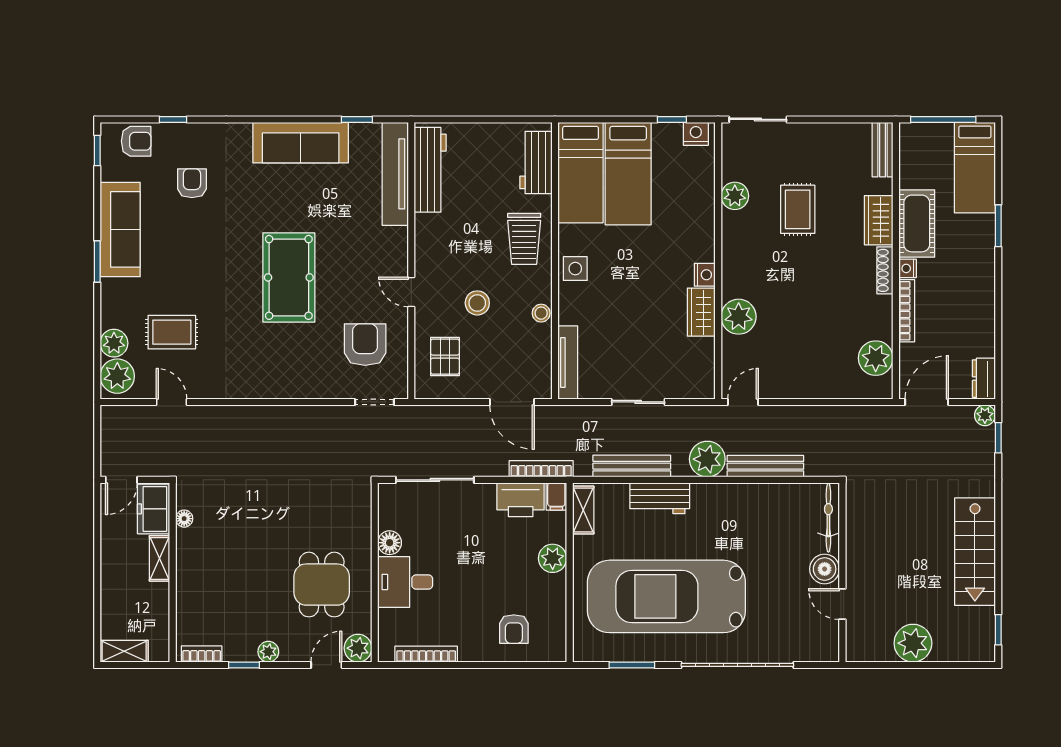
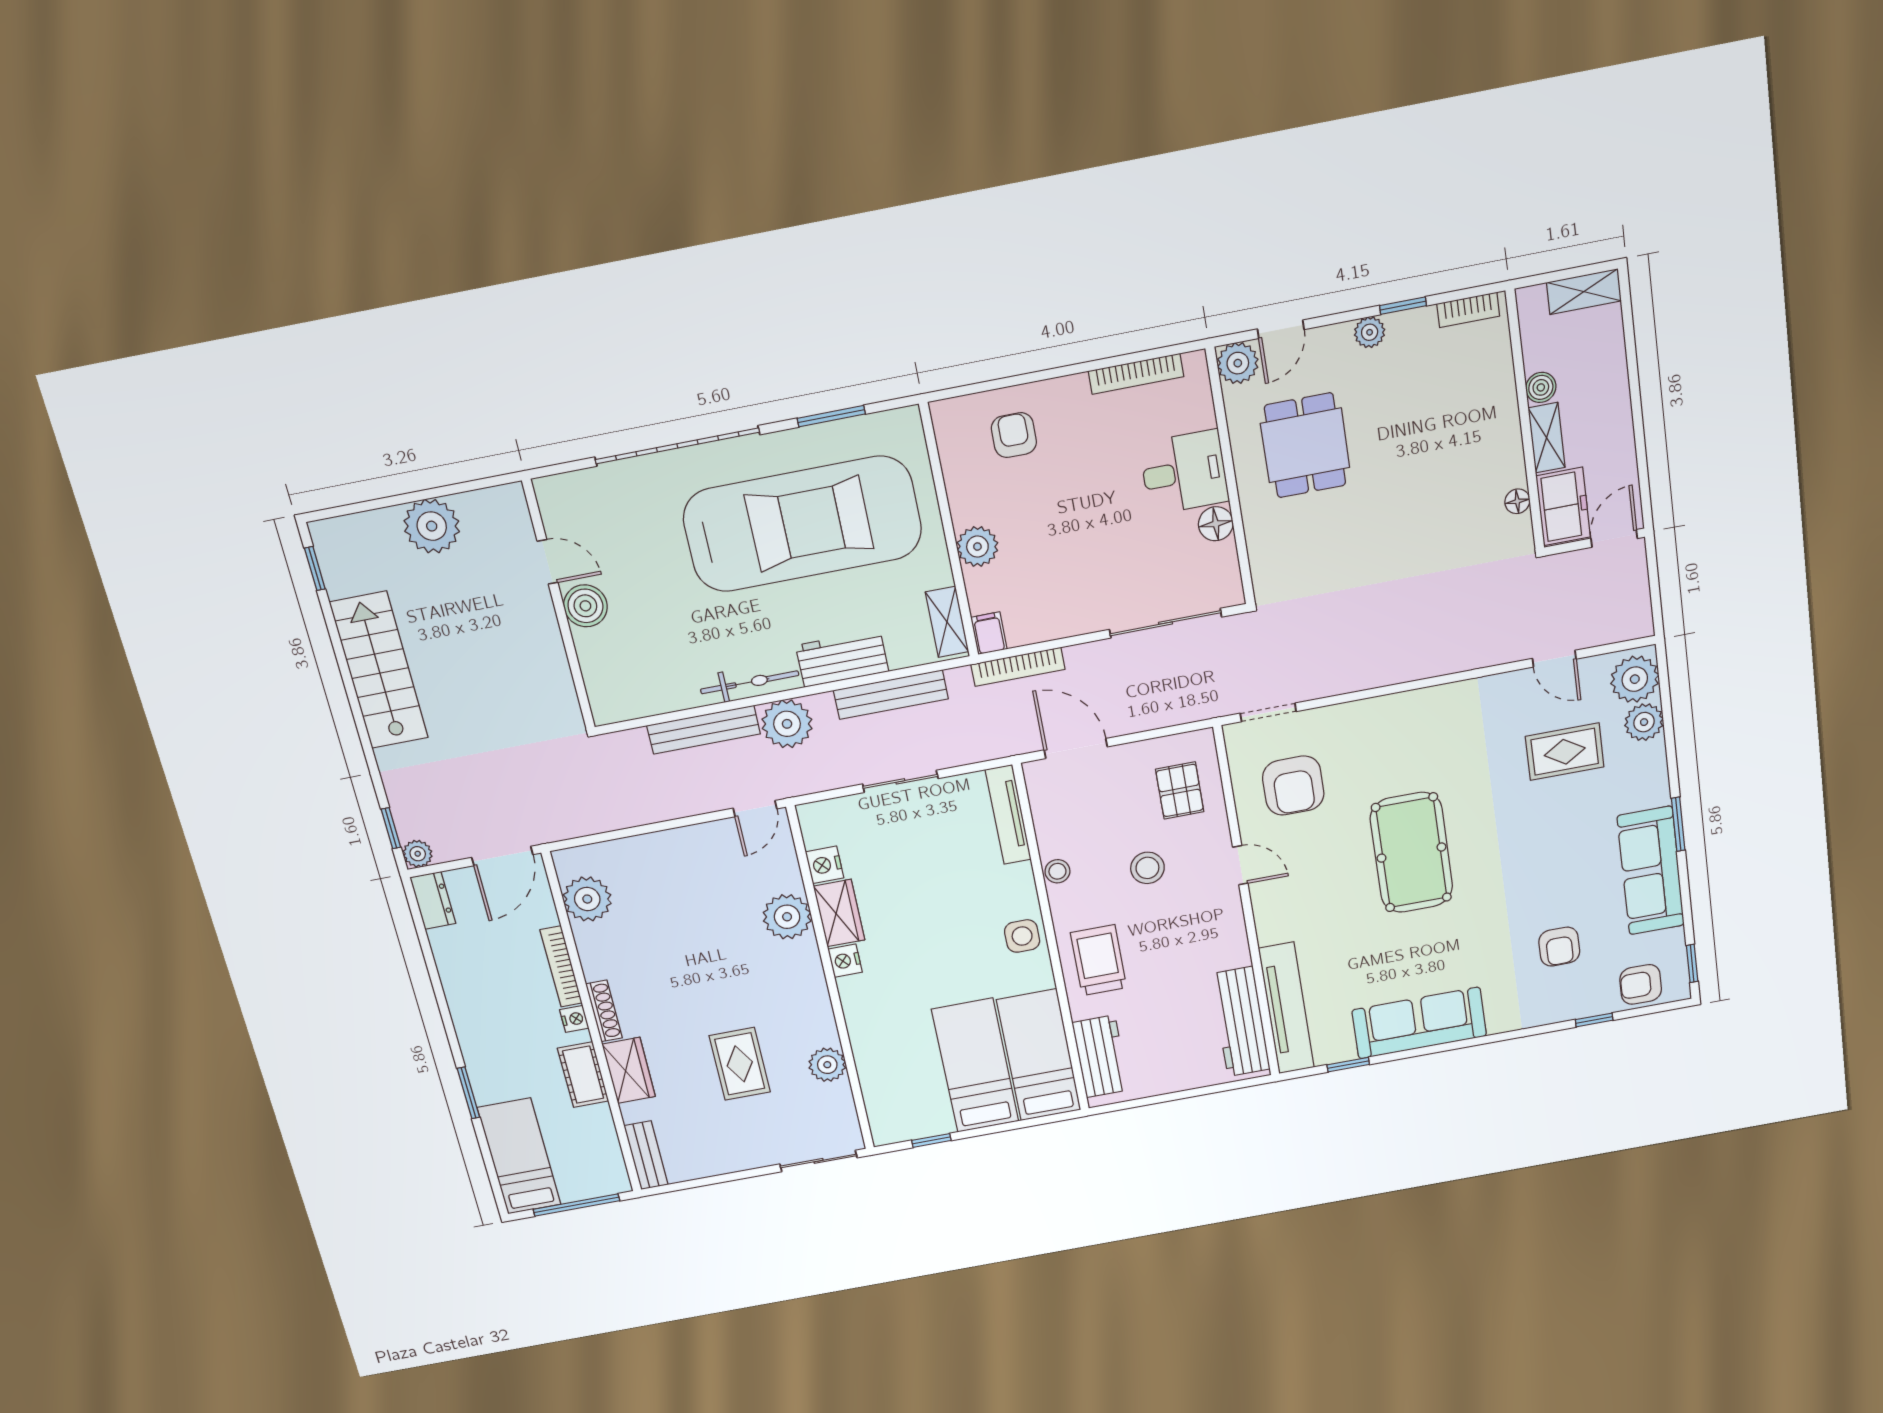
nightstand: (696, 134) -> (825, 865), moved, turned 90
cot: (917, 223) -> (583, 1075), width x0.73, depth x0.75
printer: (521, 500) -> (1039, 619), removed
bicycle: (828, 517) -> (750, 682), moved, turned -90
boiler: (160, 593) -> (1541, 387), added

